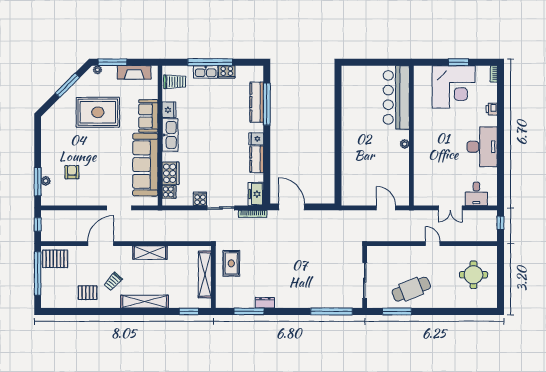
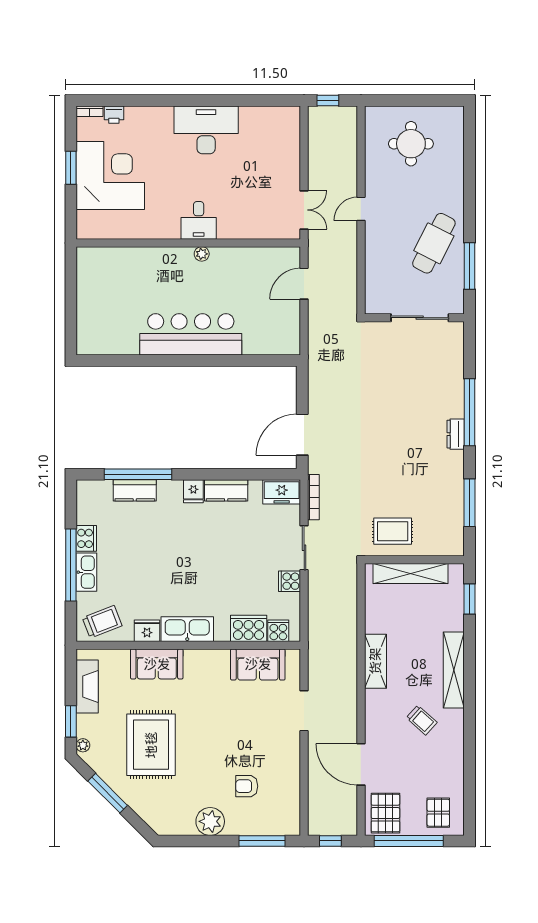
window: (112, 62) -> (71, 721), width x0.69
trolley: (175, 82) -> (102, 622), turned 69
bar counter: (396, 97) -> (191, 334), moved, turned 180
kitchen counter: (257, 102) -> (135, 490), width x0.67
printer: (492, 109) -> (114, 115), moved
sofa: (145, 165) -> (258, 664), width x0.54, depth x0.79
plant: (46, 181) -> (210, 821), moved, width x1.88, depth x1.88
desk: (476, 194) -> (199, 220), moved, turned 90
double door: (450, 208) -> (304, 210), moved
door: (101, 244) -> (361, 764), moved
cafe table: (411, 289) -> (434, 243), turned 49
pallet: (88, 293) -> (438, 813), moved
dresser: (265, 303) -> (456, 434), moved
window: (332, 311) -> (470, 412), moved

